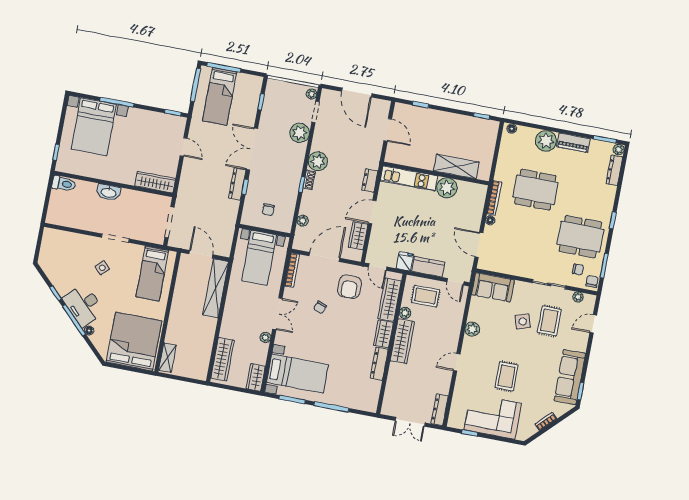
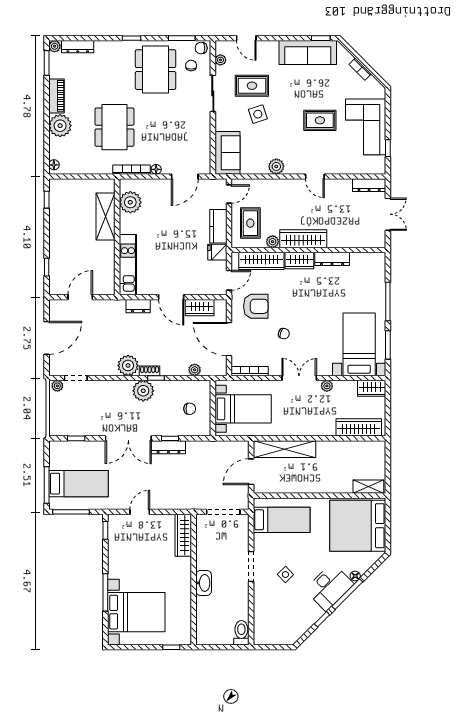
plant: (300, 133) -> (143, 391), moved
toilet: (64, 184) -> (241, 633), moved
plant: (447, 188) -> (130, 202), moved

